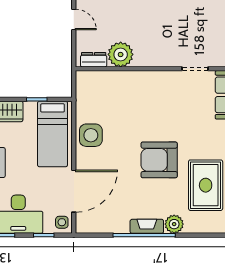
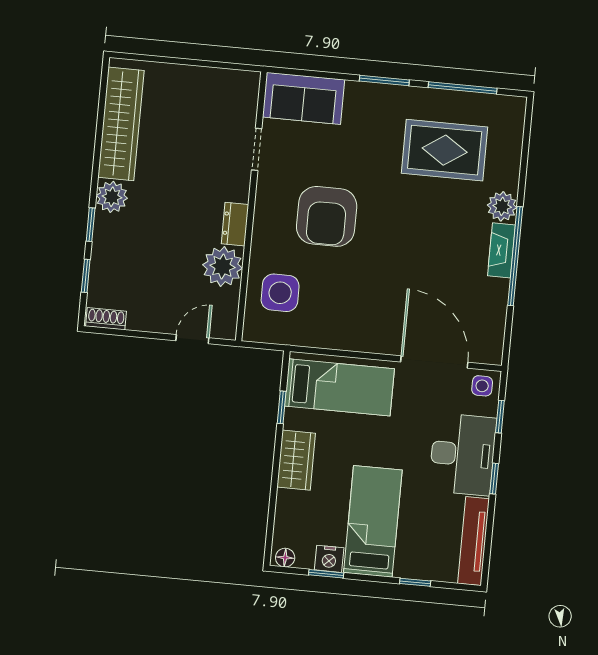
door: (74, 20) -> (192, 339), moved
dresser: (94, 60) -> (235, 224), moved
side table: (91, 135) -> (280, 293), moved
armchair: (159, 160) -> (327, 216), moved

